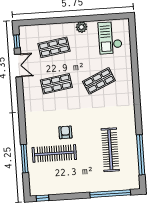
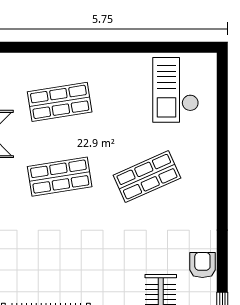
plant: (82, 27) -> (119, 64), removed
armchair: (65, 132) -> (202, 265), moved

